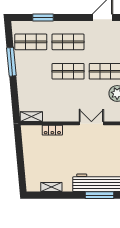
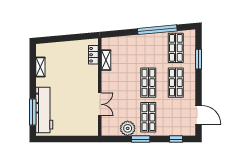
window: (11, 62) -> (157, 30), width x1.46
shelving: (31, 117) -> (106, 60), moved
locker: (52, 130) -> (93, 55), moved

